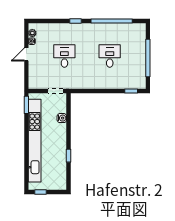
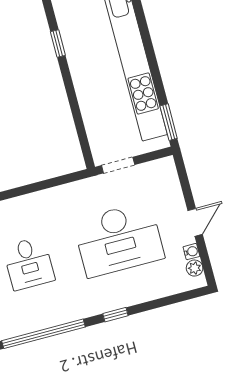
desk: (64, 56) -> (119, 239), width x1.87, depth x1.30
water cooler: (62, 118) -> (91, 115), removed

